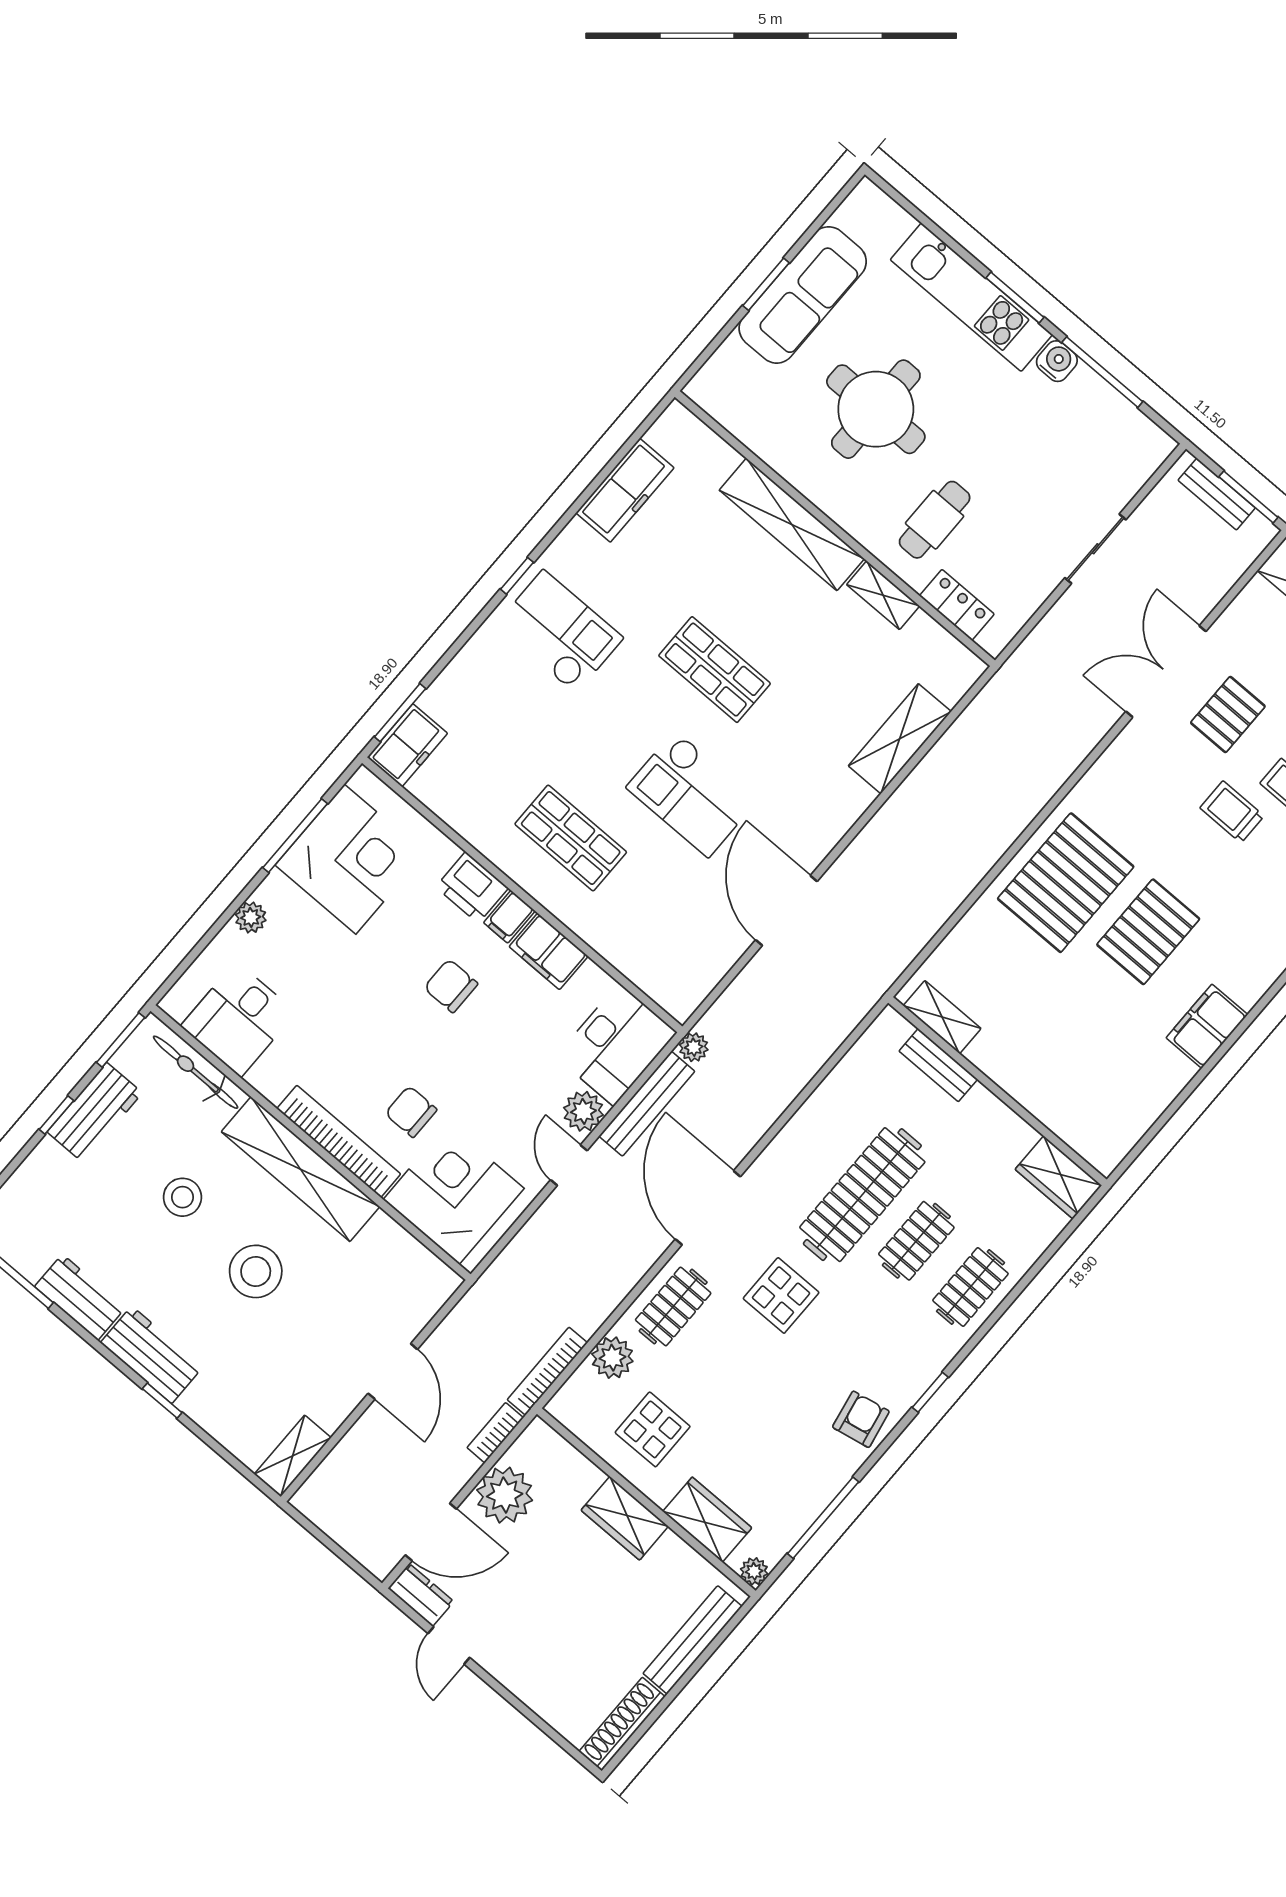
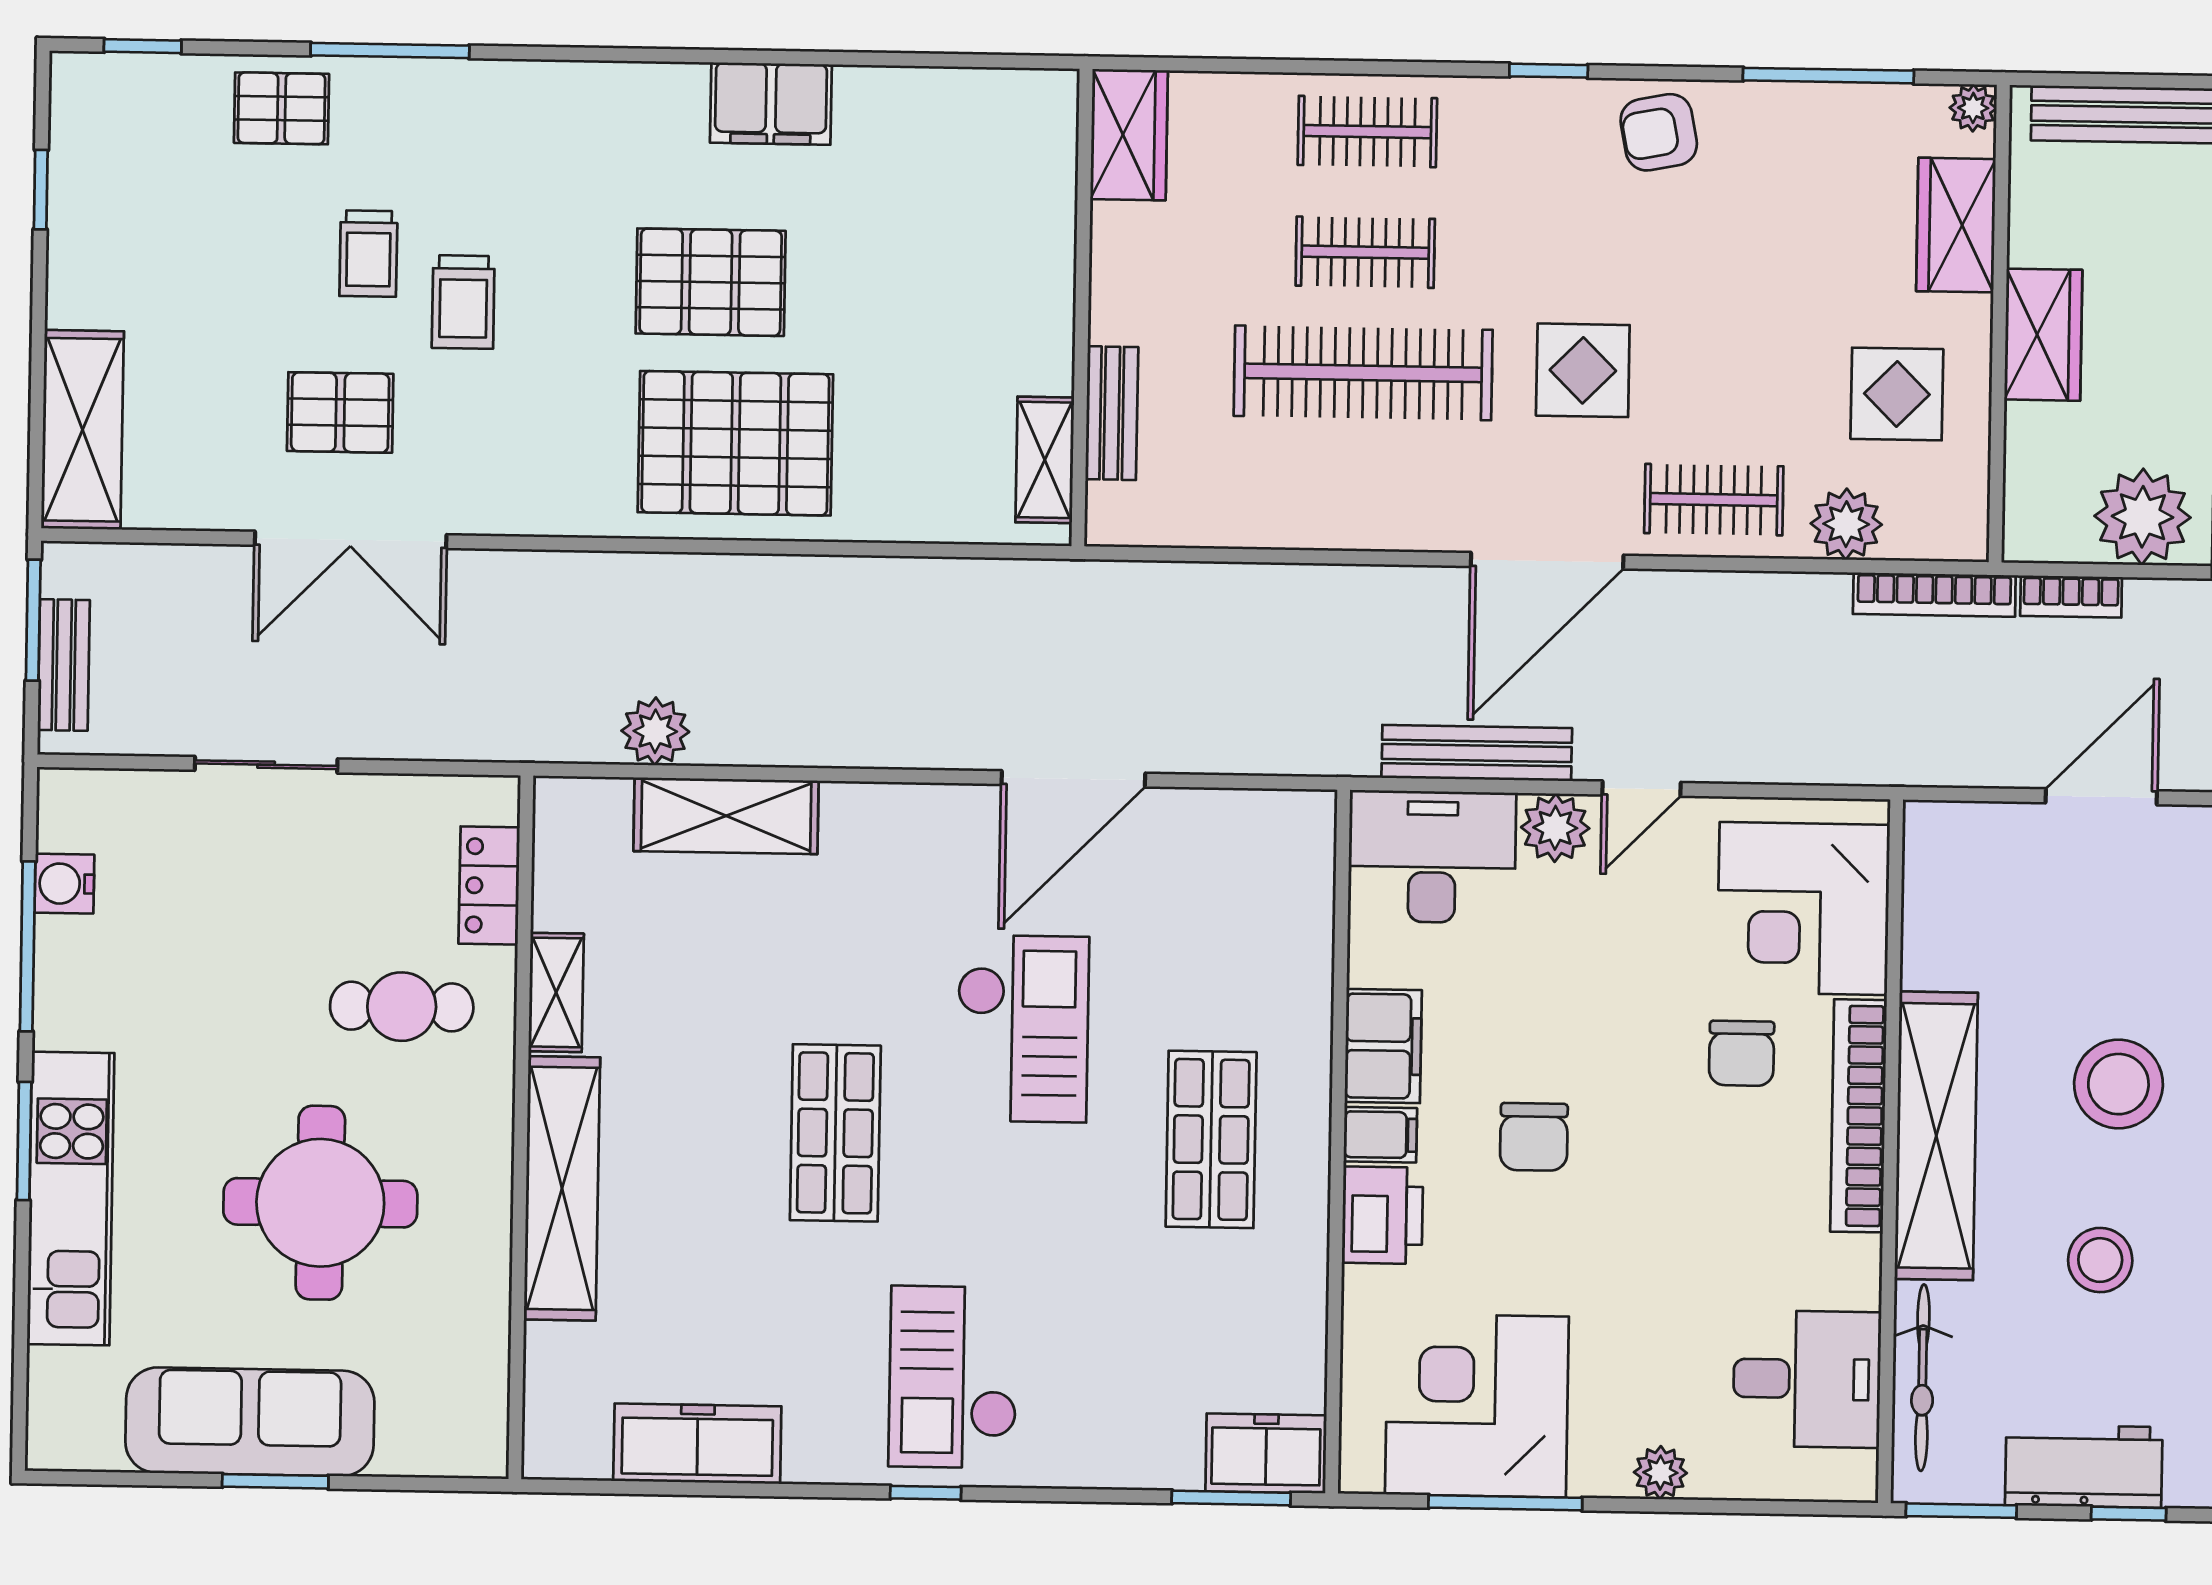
water cooler: (1057, 361) -> (64, 884), moved
plant: (694, 1047) -> (655, 731), moved, width x1.38, depth x1.38

